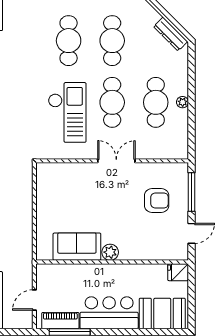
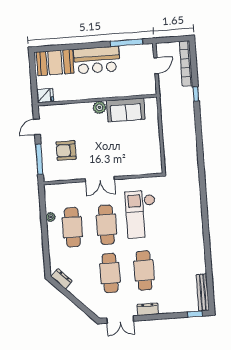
dresser: (171, 34) -> (62, 279), width x0.70
plant: (183, 102) -> (51, 217), moved
piano: (60, 321) -> (134, 51), removed

